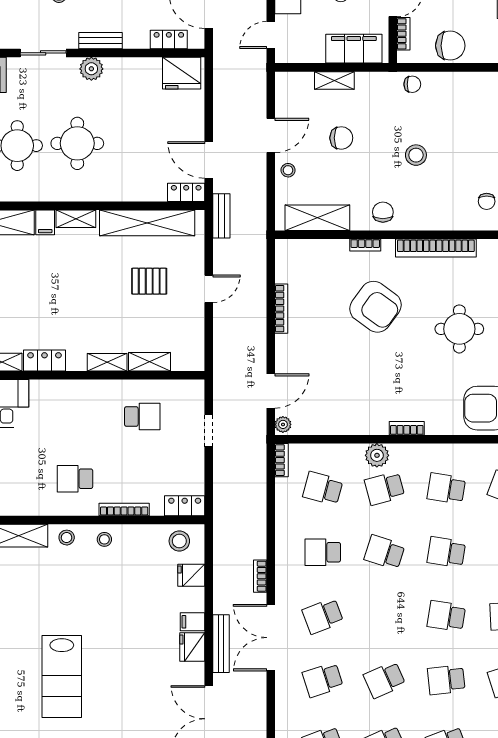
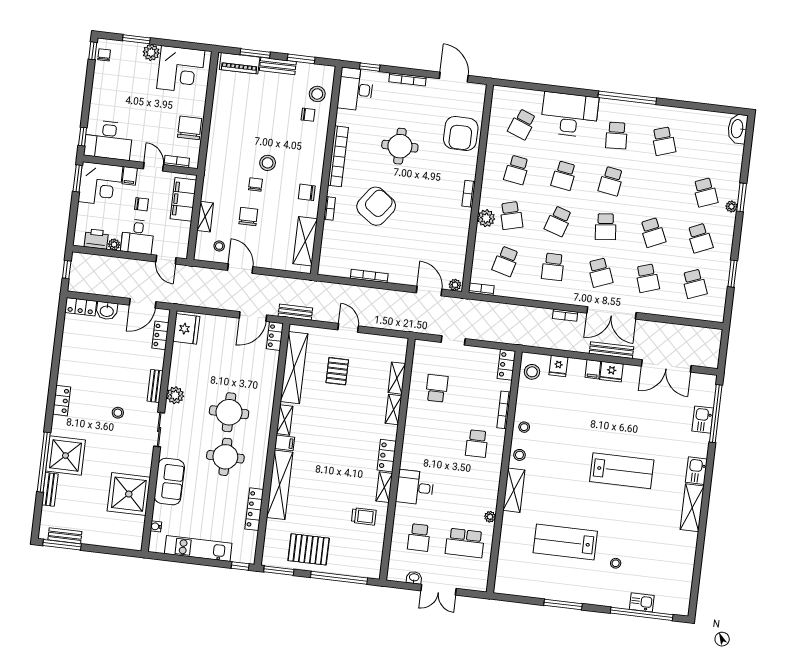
chair: (412, 84) -> (255, 184), moved
stool: (288, 170) -> (219, 246), moved
school desk: (446, 680) -> (606, 227), moved

